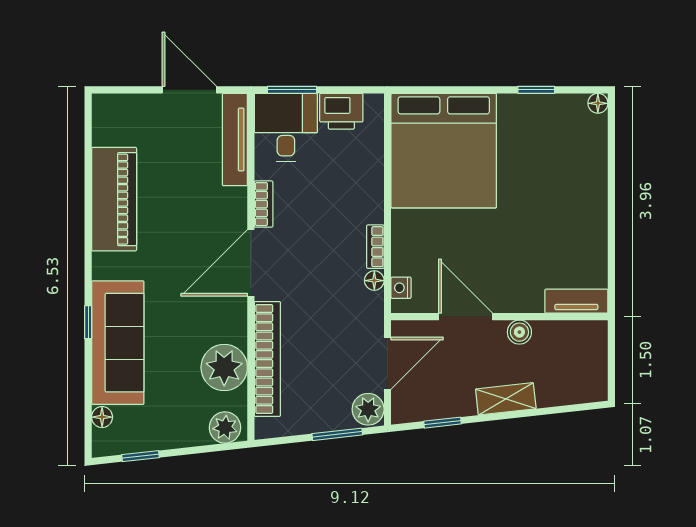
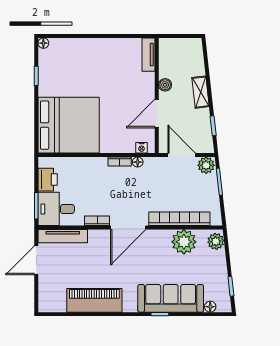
door: (251, 263) -> (128, 228), hinge flipped

